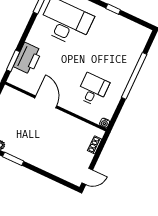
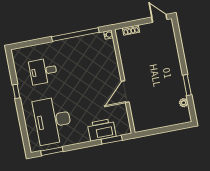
window: (134, 76) -> (75, 34), moved
desk: (93, 90) -> (43, 71), moved

